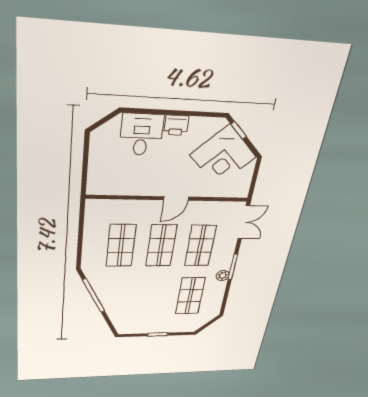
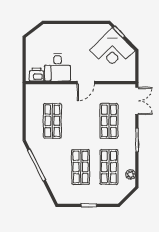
printer: (176, 125) -> (37, 75), moved, turned 180
desk: (141, 135) -> (58, 67), moved, turned 180
shop shelf: (161, 246) -> (81, 167), moved
plant: (223, 275) -> (131, 174), moved

